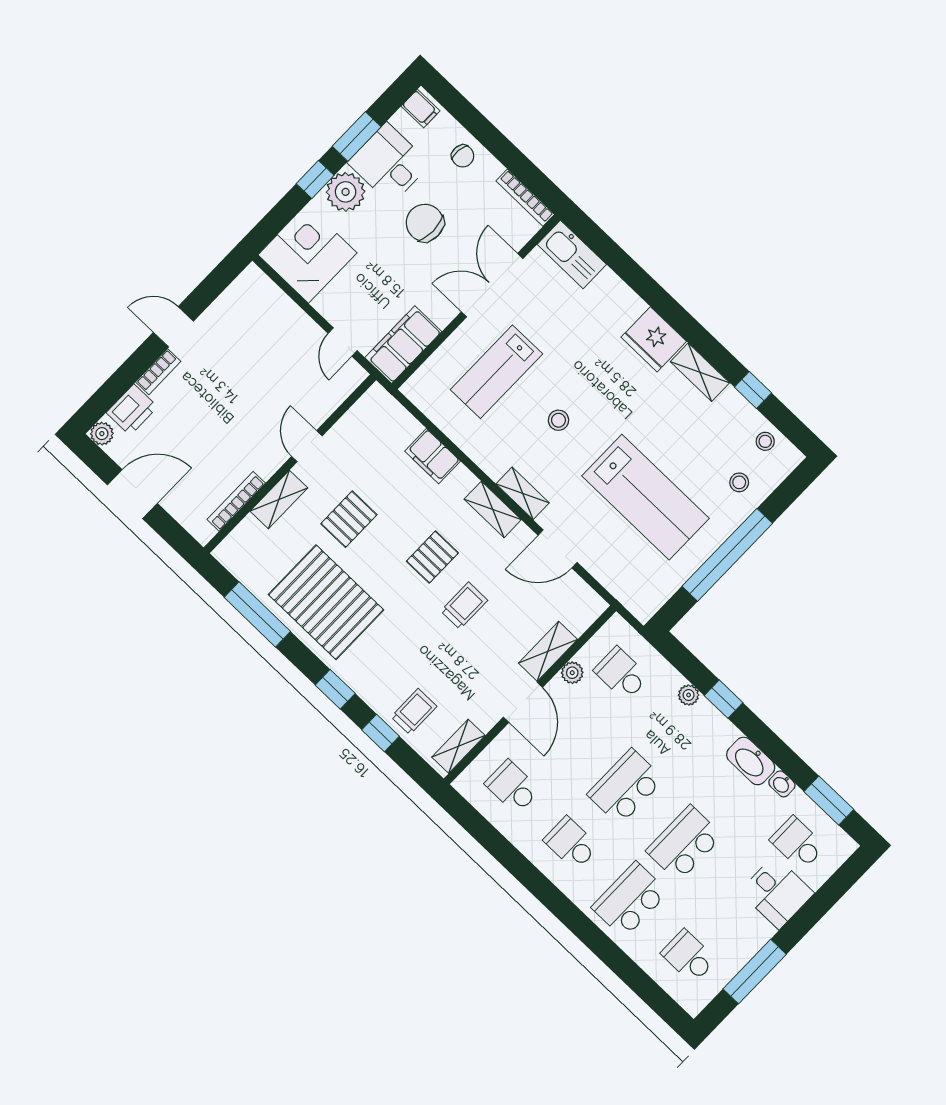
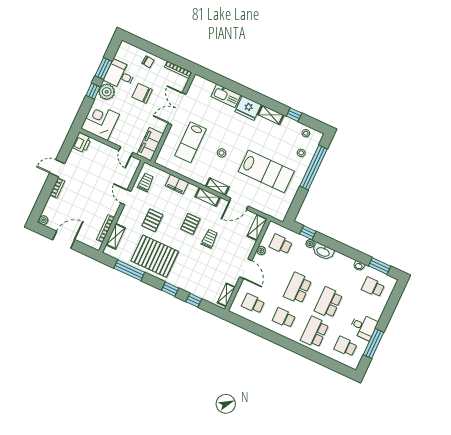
filing cabinet: (421, 109) -> (125, 49), removed
kitchen sink: (572, 254) -> (226, 96), moved
printer: (132, 410) -> (82, 143), moved
shelving: (279, 500) -> (116, 236), moved
window: (727, 555) -> (313, 168), moved
shelving: (548, 651) -> (257, 228), moved
window: (724, 699) -> (308, 233), moved
trolley: (414, 712) -> (146, 182), moved
washbasin: (751, 761) -> (323, 252), moved
desk: (777, 892) -> (363, 327), moved

